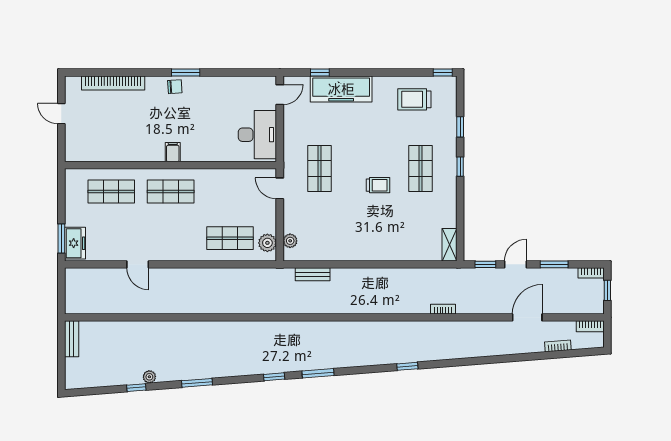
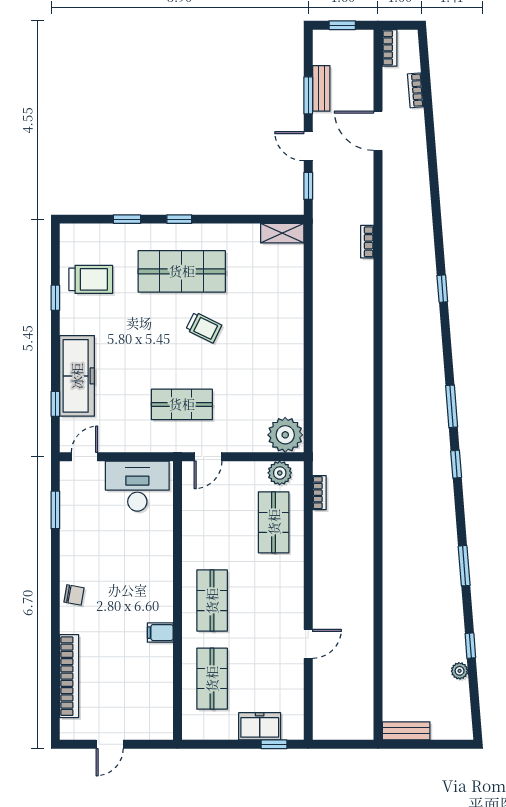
window: (186, 73) -> (55, 510), moved
window: (443, 73) -> (55, 298), moved
chair: (175, 87) -> (74, 595), turned 104
door: (280, 95) -> (85, 457), hinge flipped
trolley: (414, 99) -> (91, 279), turned -90
filing cabinet: (173, 152) -> (160, 633), moved
shop shelf: (420, 168) -> (182, 271), width x1.43, depth x1.36
trolley: (378, 185) -> (204, 327), turned 116
window: (61, 238) -> (274, 744), width x0.67
plant: (290, 241) -> (285, 435), width x1.87, depth x1.87
freezer: (75, 243) -> (260, 726), moved
bookcase: (591, 273) -> (319, 493), moved
bench: (313, 274) -> (321, 88), moved
plant: (149, 377) -> (460, 671), moved

